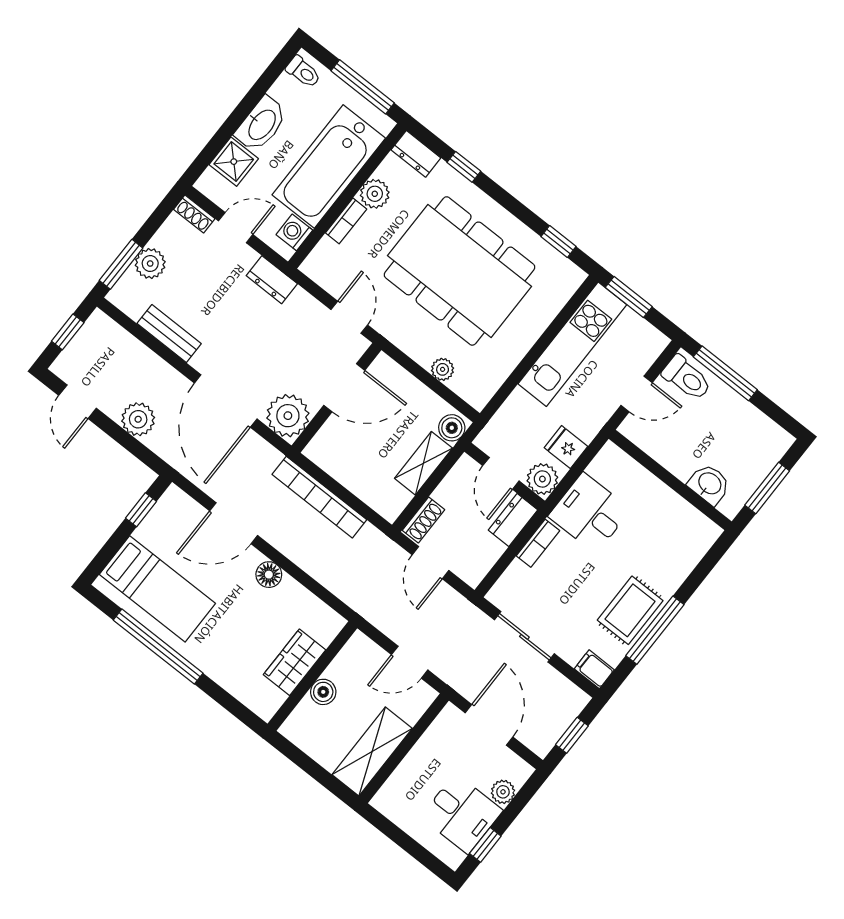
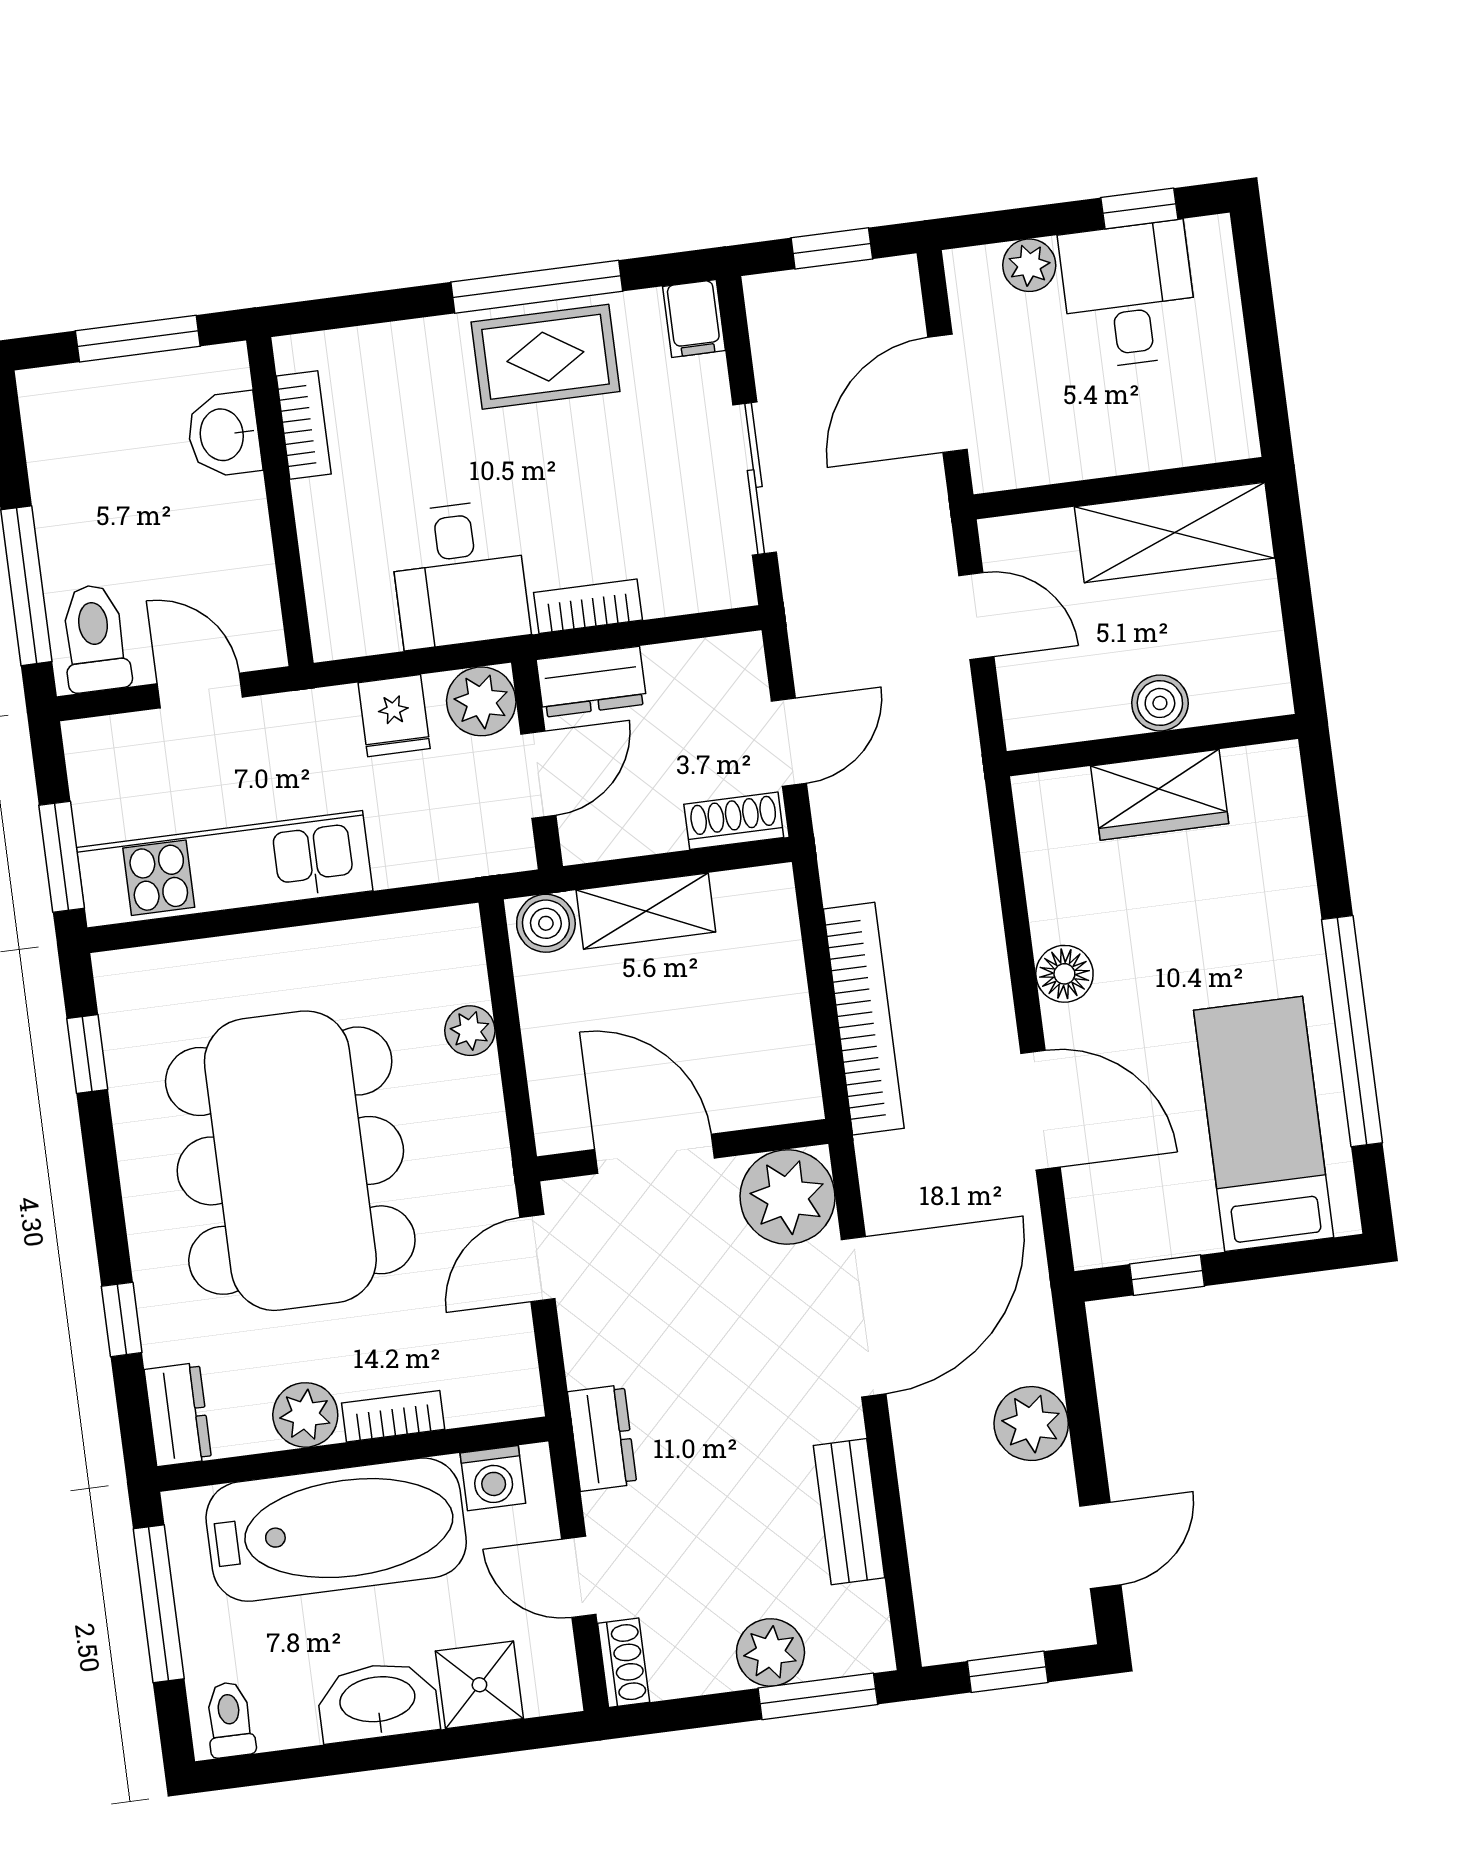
bookcase: (687, 512) -> (304, 425), added

